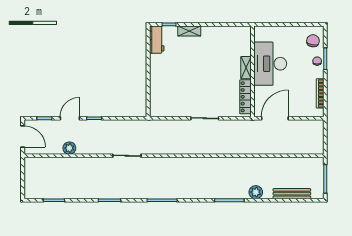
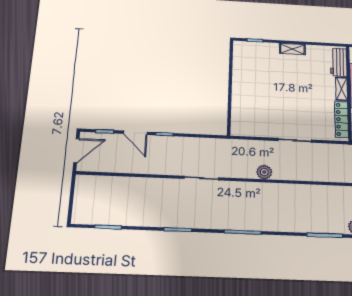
shelving: (189, 31) -> (292, 49), moved
workbench: (157, 40) -> (339, 62), moved, turned 180
door: (70, 118) -> (135, 133), swing flipped
door: (23, 136) -> (76, 151), hinge flipped
plant: (69, 148) -> (264, 172), moved

